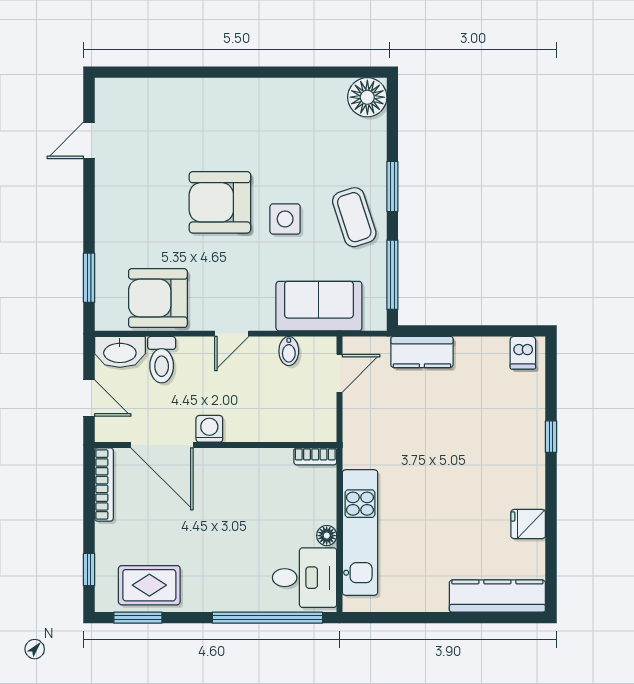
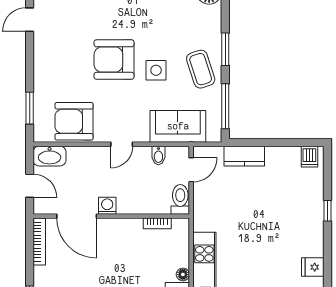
toilet: (162, 360) -> (180, 199), moved, turned 180
bookcase: (315, 456) -> (157, 223), moved

